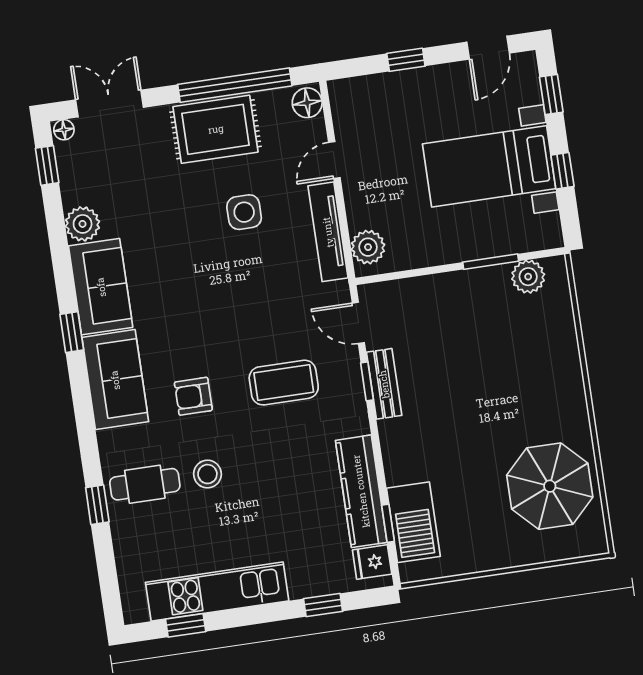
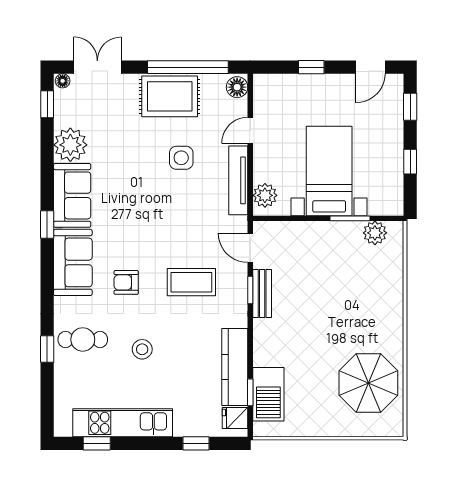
bed with nightstands: (489, 166) -> (329, 171), moved, turned 90
plant: (83, 224) -> (70, 145), width x1.36, depth x1.36
stool: (207, 474) -> (142, 349), moved

